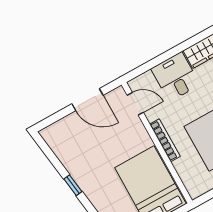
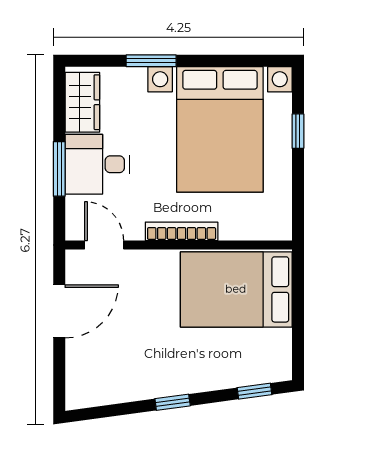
window: (162, 58) -> (59, 169), added
door: (135, 104) -> (104, 245), hinge flipped

